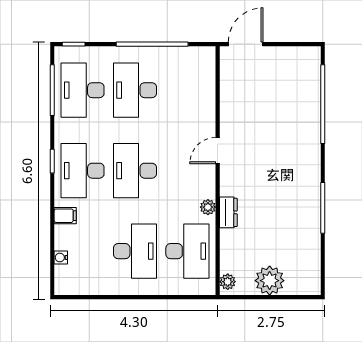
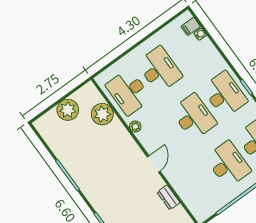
dresser: (228, 212) -> (168, 197), moved
filing cabinet: (65, 216) -> (191, 26), moved
desk: (135, 251) -> (159, 70), turned 180
plant: (228, 282) -> (102, 114), moved, width x1.87, depth x1.87

